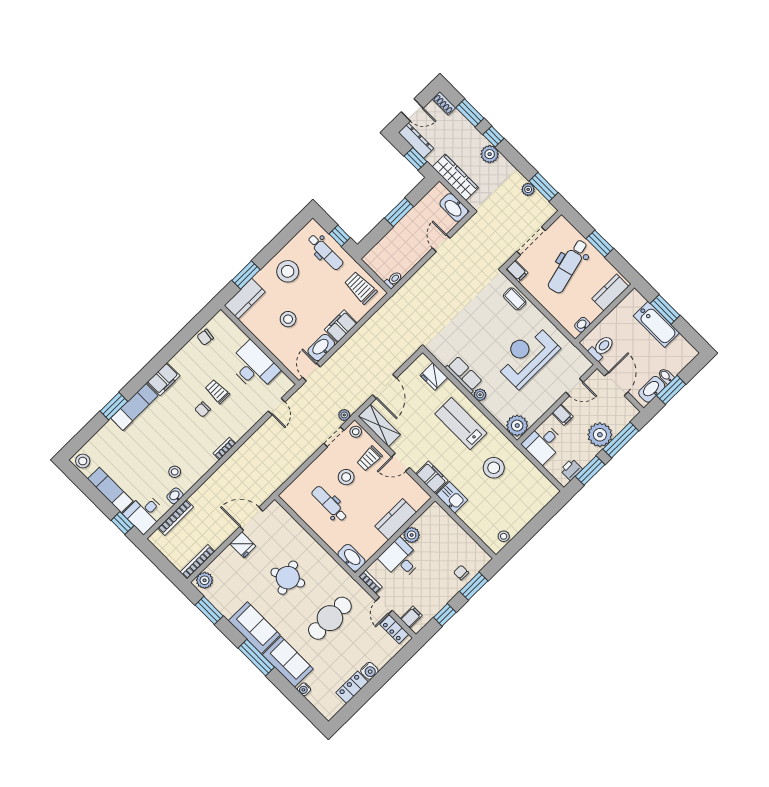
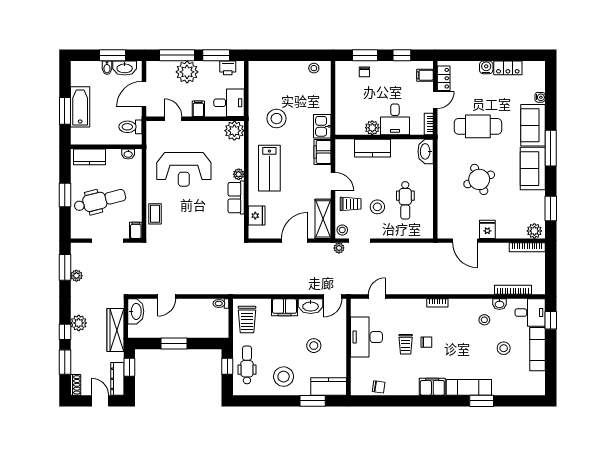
stool: (83, 461) -> (504, 348), moved

